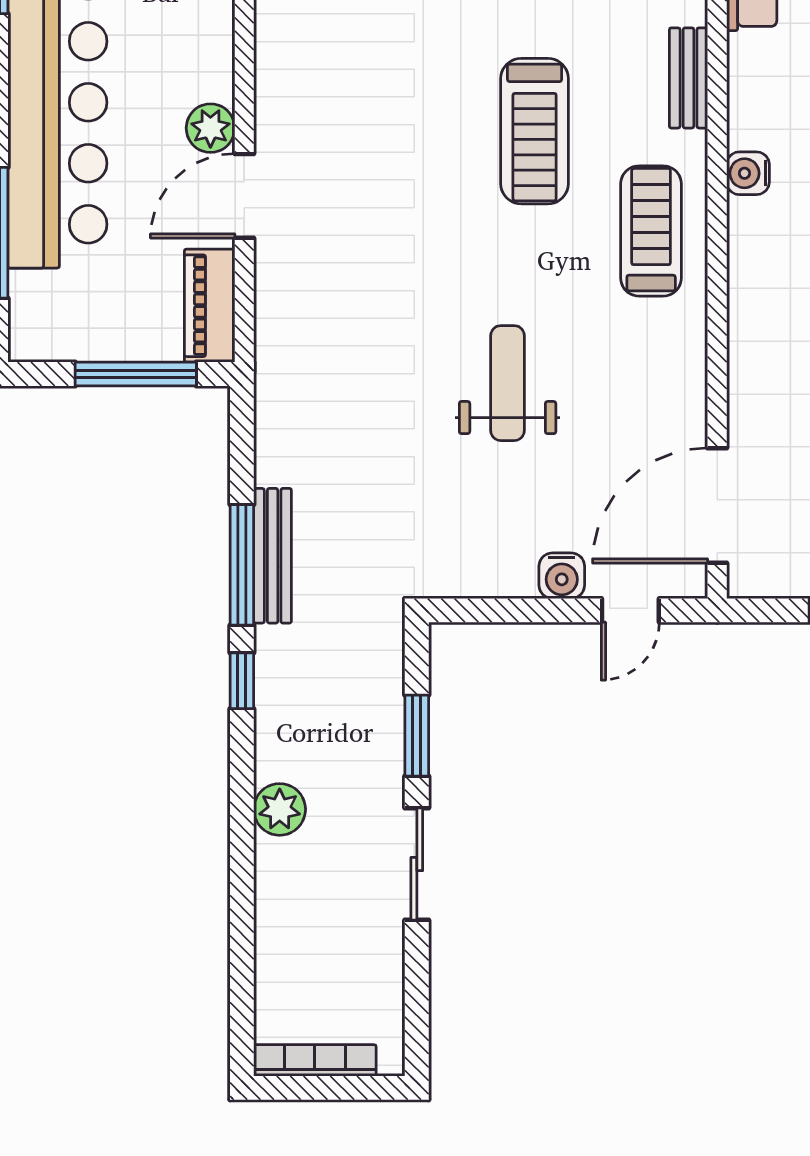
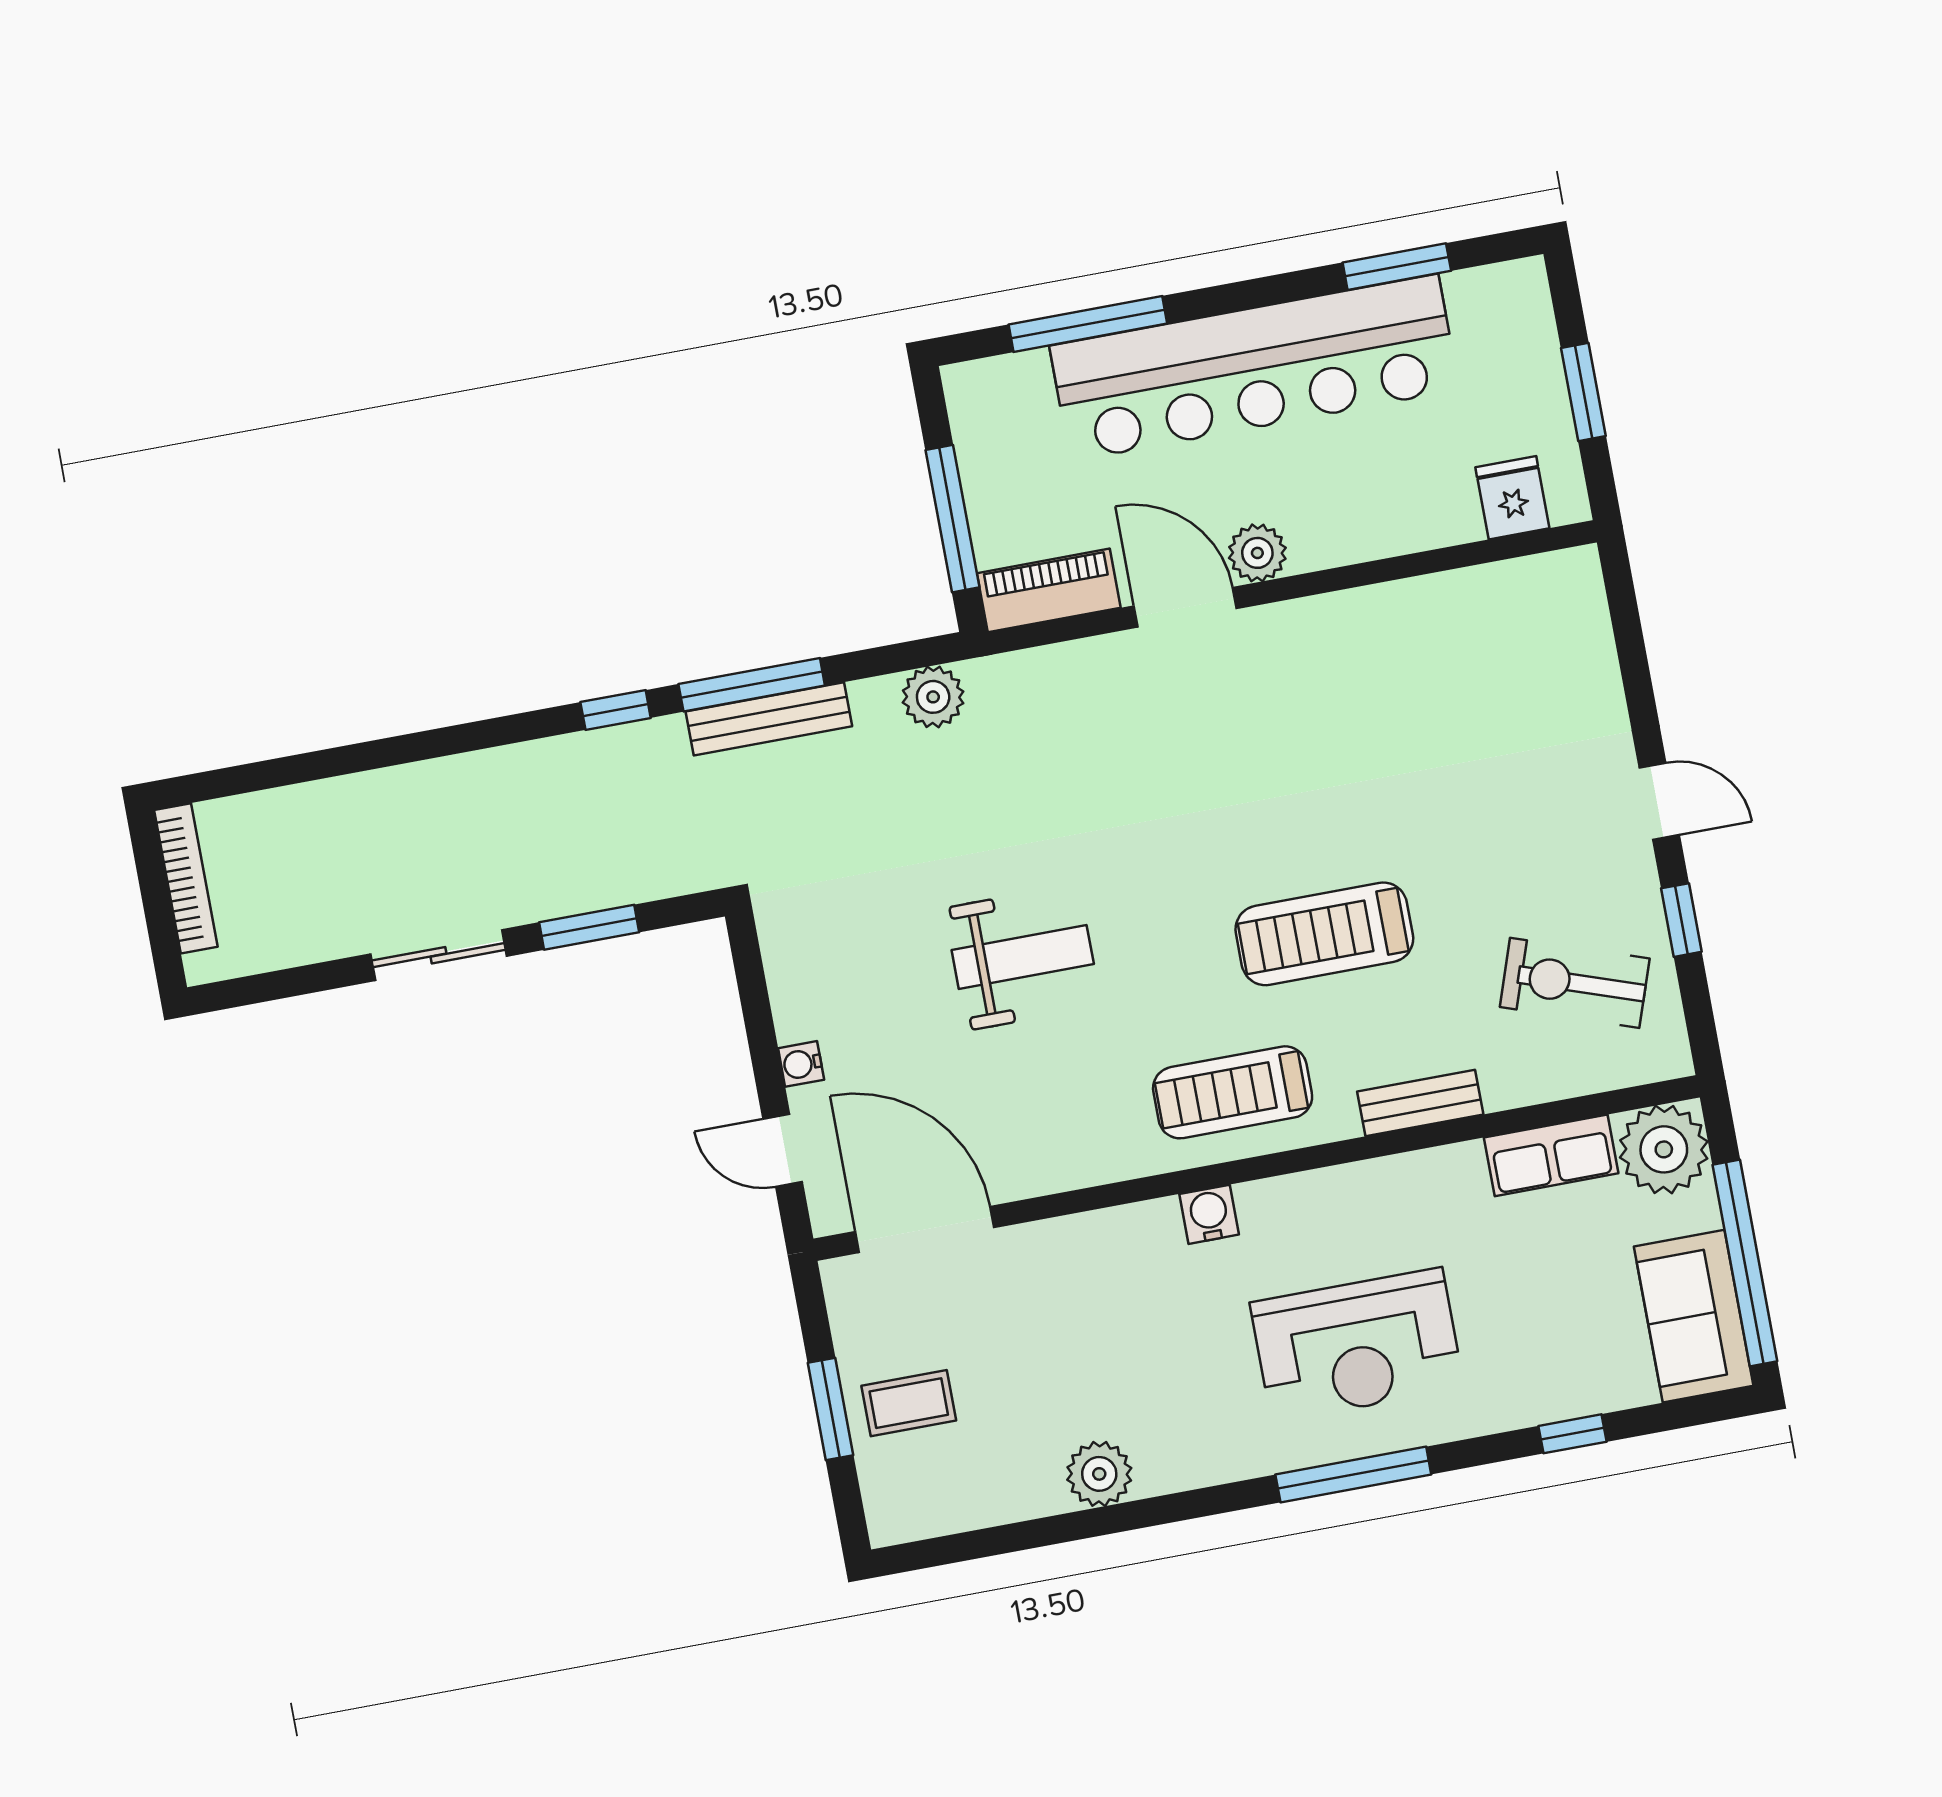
water cooler: (748, 173) -> (1209, 1214), moved
treadmill: (651, 231) -> (1233, 1092), turned 180
water cooler: (562, 576) -> (801, 1064), width x0.72, depth x0.72
plant: (280, 809) -> (933, 697), moved

